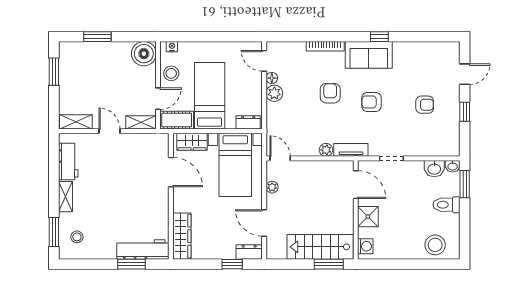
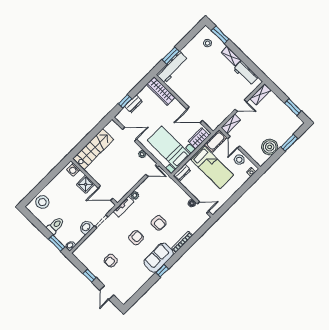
boiler: (144, 54) -> (270, 147), moved
plant: (274, 93) -> (184, 197), removed
washbasin: (434, 169) -> (86, 227), moved
dresser: (249, 252) -> (134, 104), moved
window: (329, 264) -> (82, 145), removed

